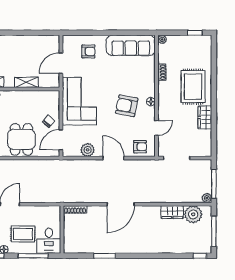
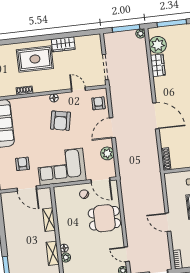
armchair: (88, 51) -> (23, 164), moved

